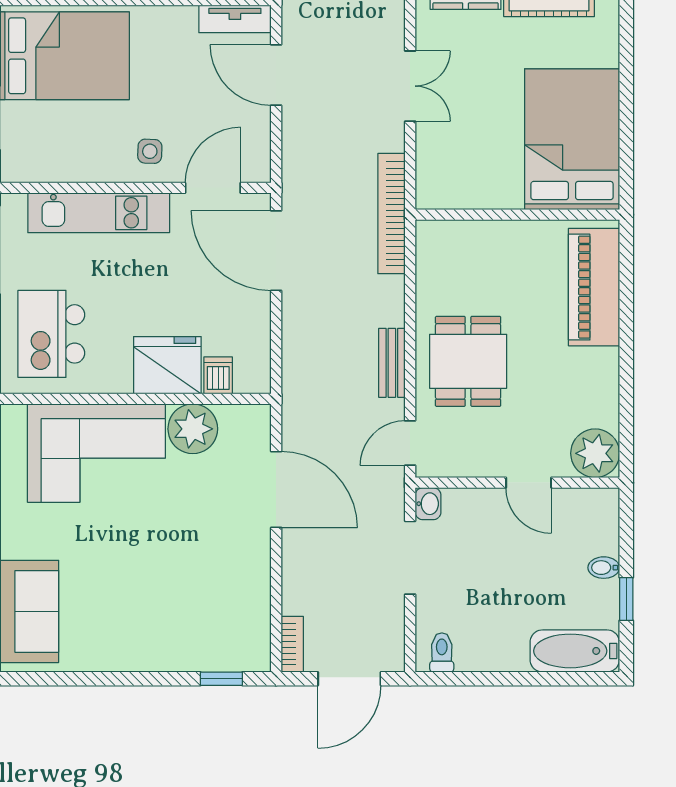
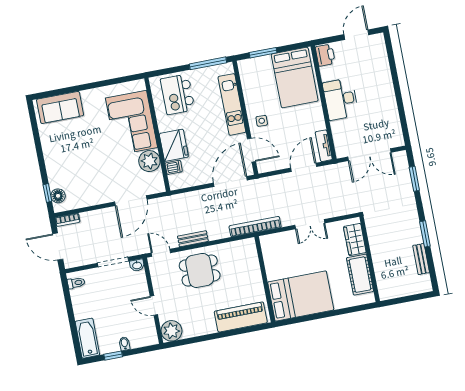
kitchen island: (51, 334) -> (178, 94), turned -90
door: (529, 483) -> (154, 305), hinge flipped
floor lamp: (233, 655) -> (58, 196), added

